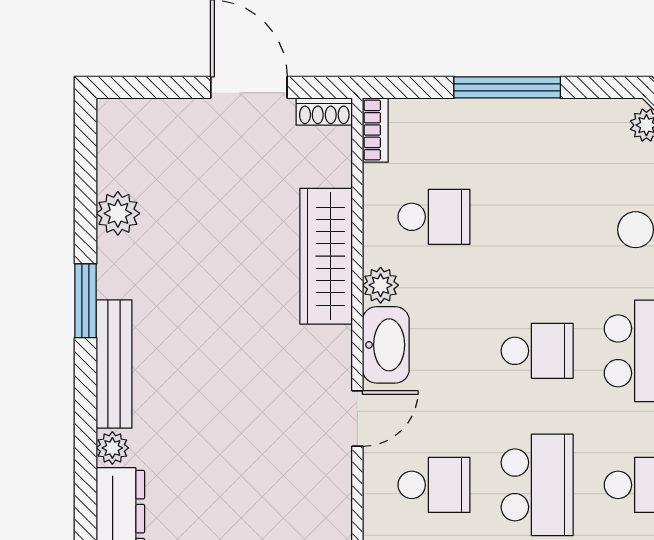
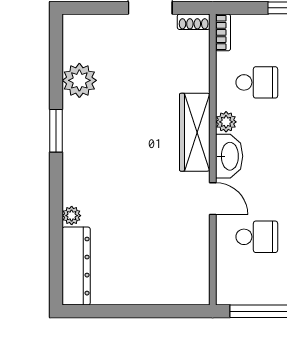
plant: (118, 213) -> (79, 80), width x1.36, depth x1.36
wardrobe: (326, 256) -> (195, 132), moved
bench: (114, 364) -> (73, 167), removed
door: (357, 419) -> (213, 199), hinge flipped

